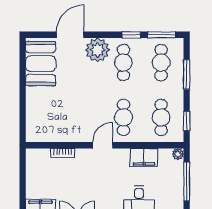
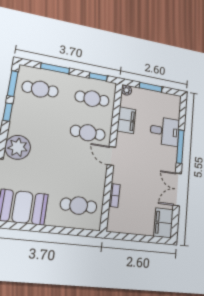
cafe table: (123, 63) -> (79, 206), moved
window: (187, 181) -> (151, 87), width x0.69

